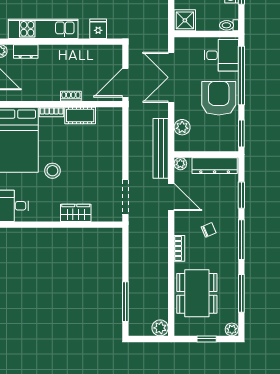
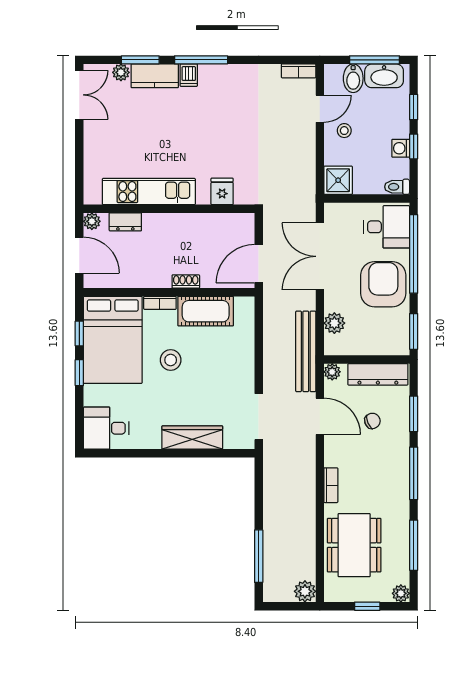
cot: (80, 116) -> (206, 311), width x1.37, depth x1.34
stool: (52, 171) -> (171, 360), moved
wardrobe: (76, 213) -> (192, 438), width x1.50
chair: (209, 230) -> (372, 421), moved

